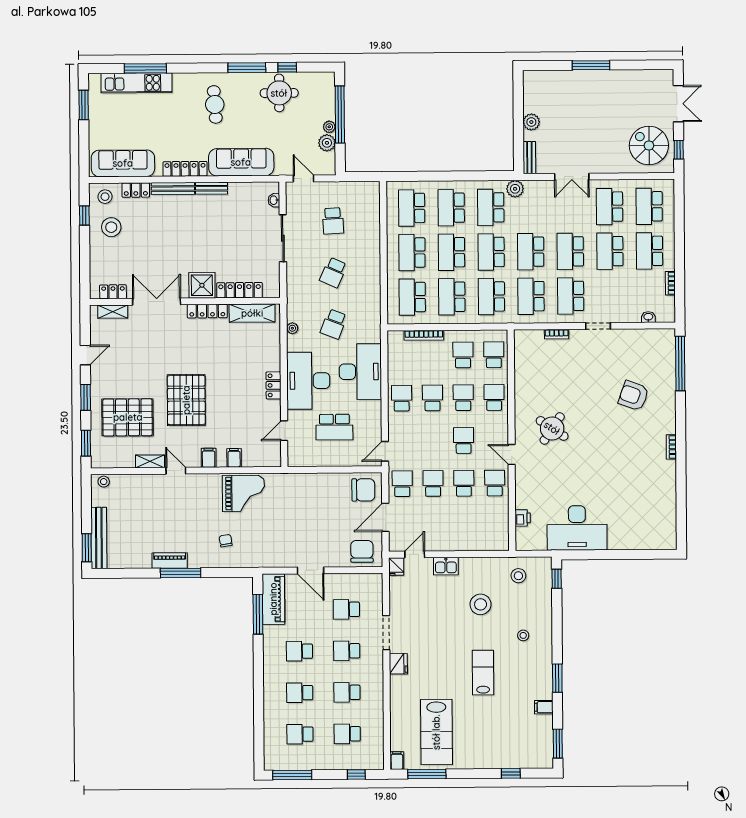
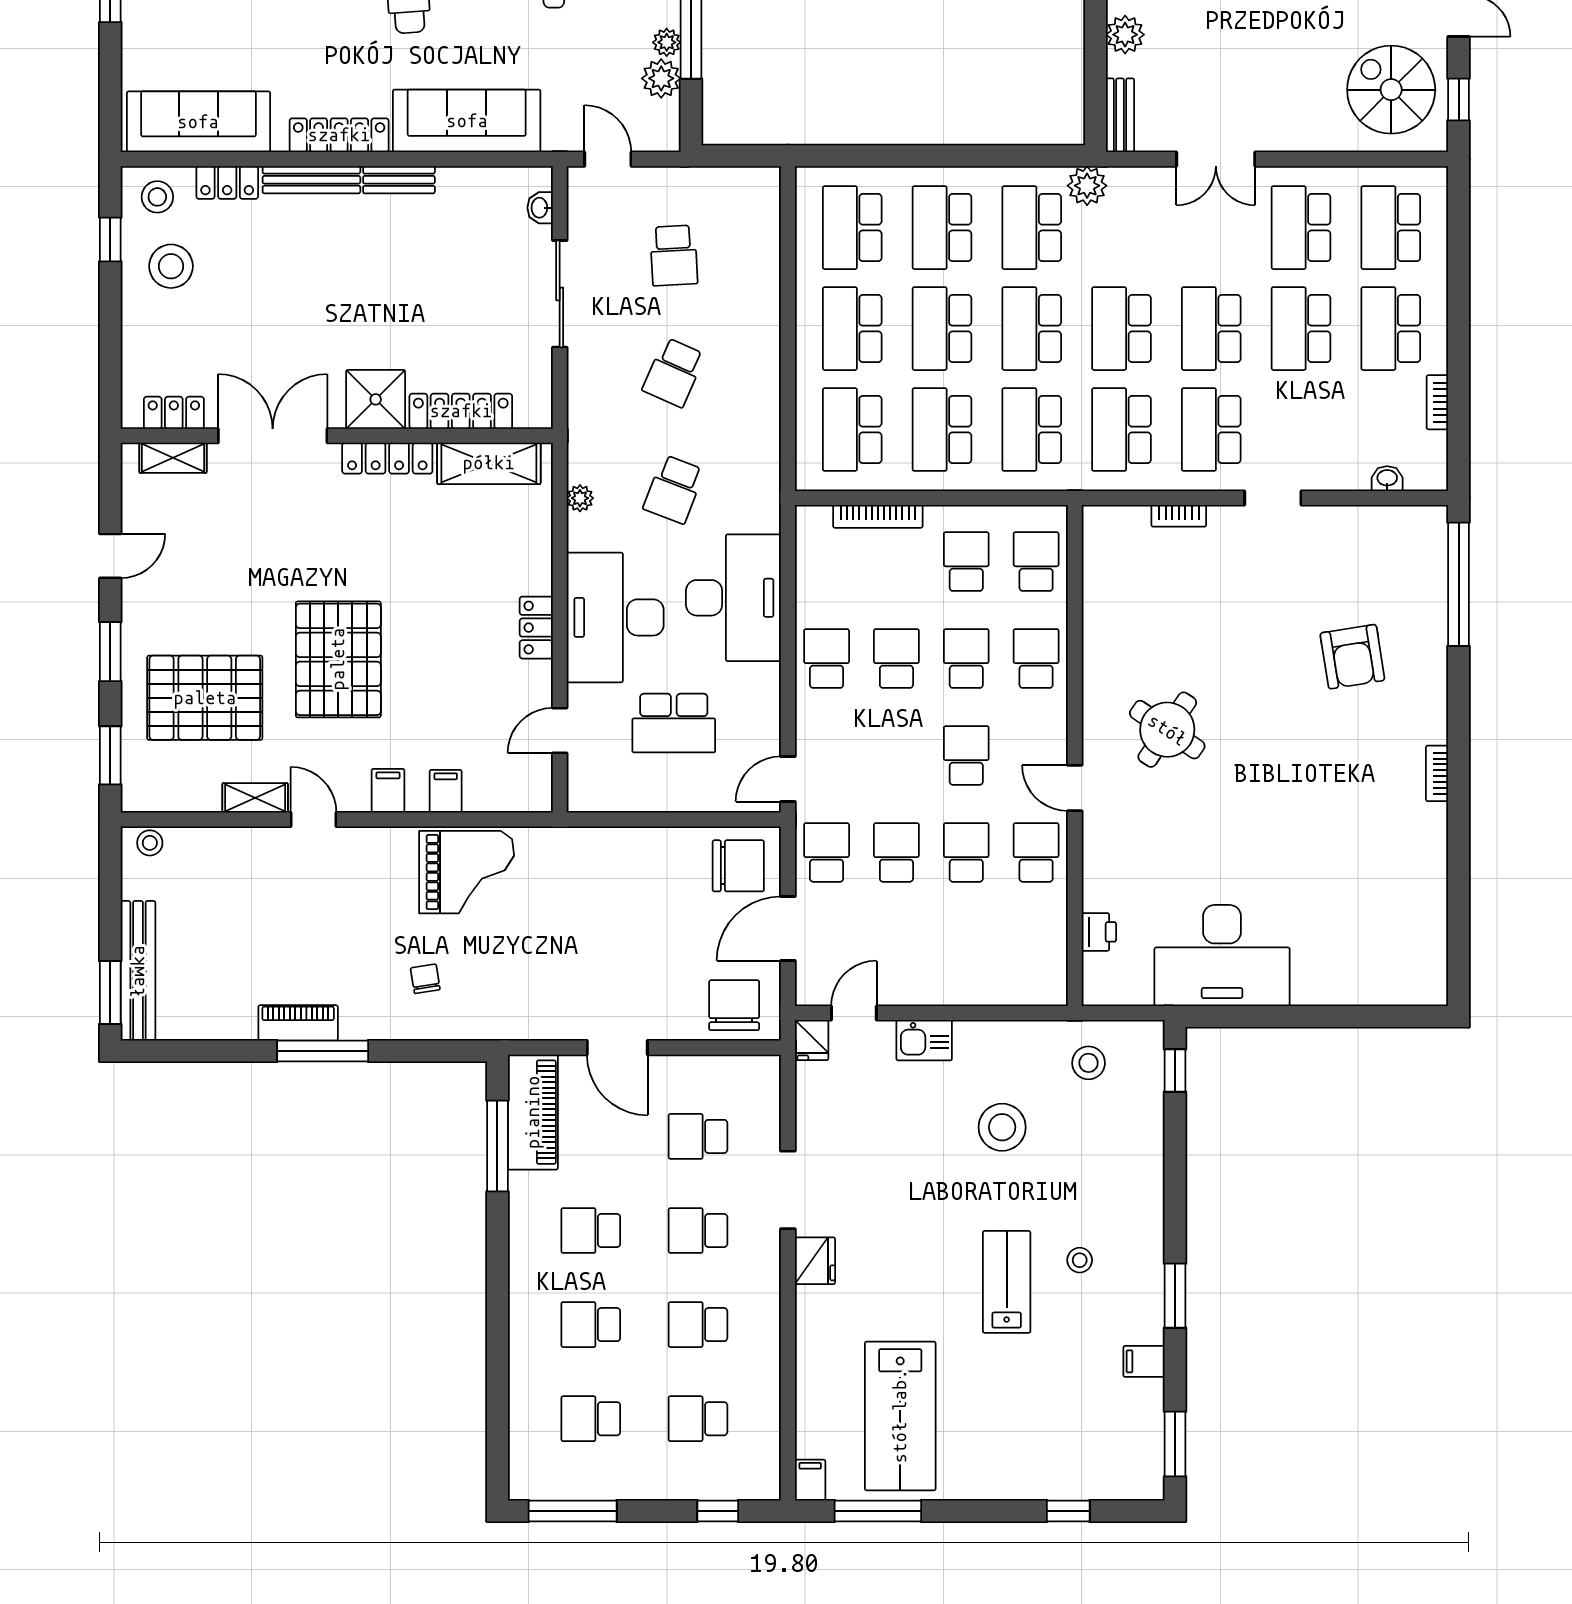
armchair: (634, 396) -> (1352, 657), turned -119
stool: (523, 635) -> (1080, 1260), moved

